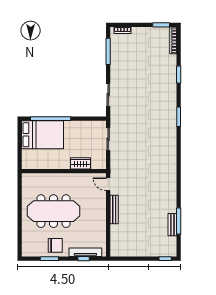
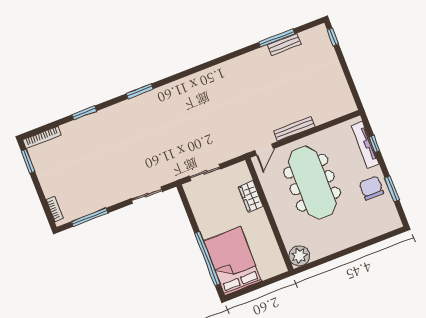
plant: (29, 180) -> (299, 256), added
meeting table: (53, 211) -> (312, 183), moved

